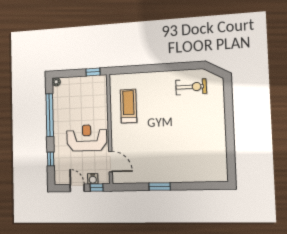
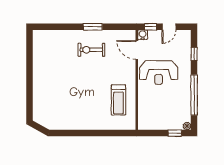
window: (93, 72) -> (175, 133), moved
exercise bike: (191, 87) -> (91, 50), moved
water cooler: (93, 179) -> (143, 35), moved
door: (77, 188) -> (169, 27), hinge flipped

